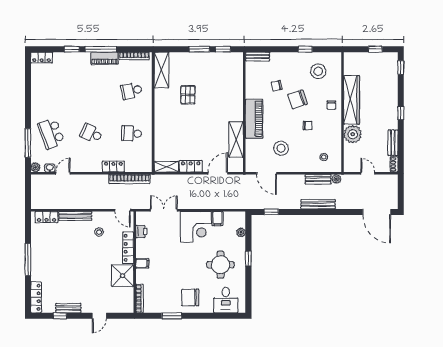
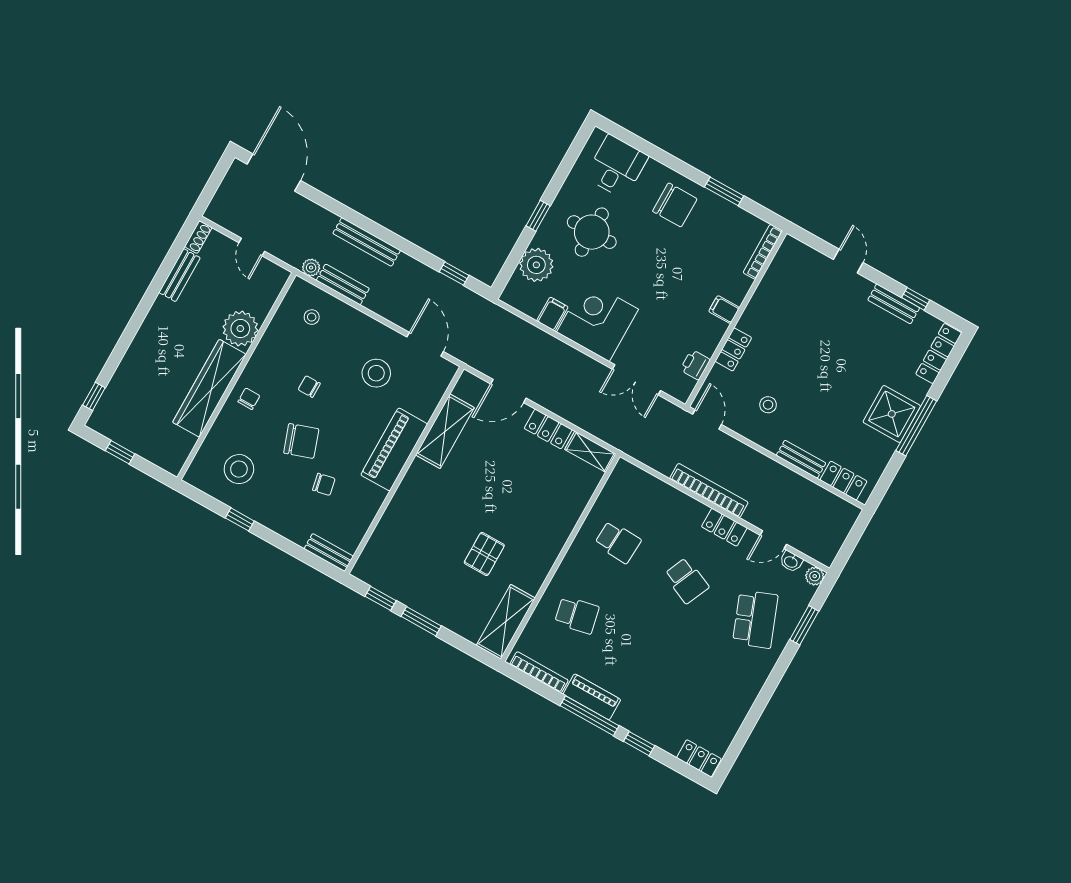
window: (401, 113) -> (138, 319), removed
window: (28, 143) -> (804, 625), width x0.69
locker: (113, 167) -> (724, 527), moved
bookcase: (129, 179) -> (709, 490), moved
bench: (75, 216) -> (801, 459), width x0.73
plant: (241, 232) -> (536, 265), width x1.88, depth x1.88
locker: (128, 248) -> (733, 349), width x0.66
shower: (123, 276) -> (892, 414), moved
door: (99, 316) -> (848, 261), hinge flipped

